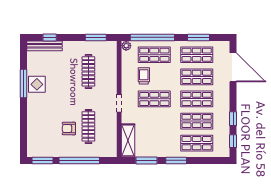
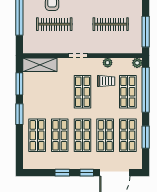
window: (96, 37) -> (146, 32), width x1.44
plant: (126, 75) -> (108, 63), added
window: (233, 141) -> (87, 173), moved

